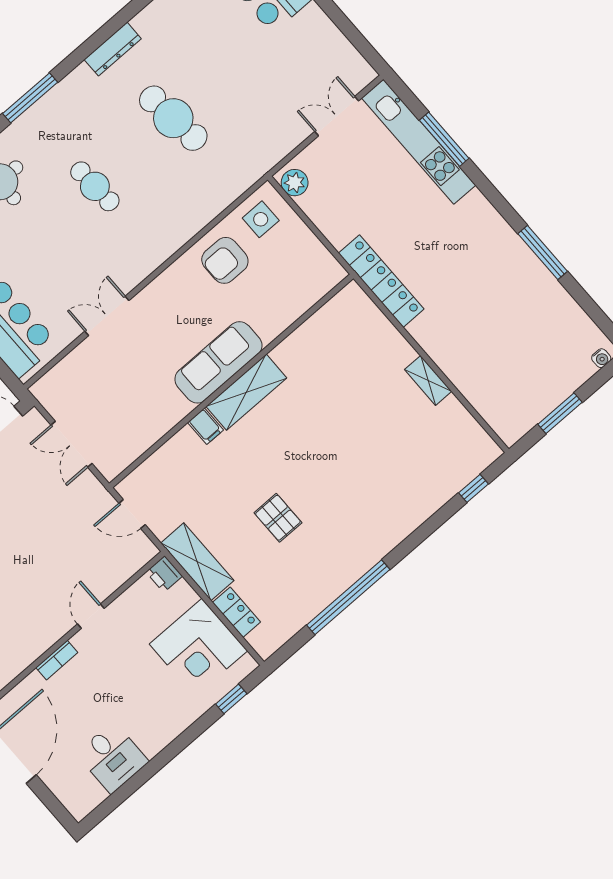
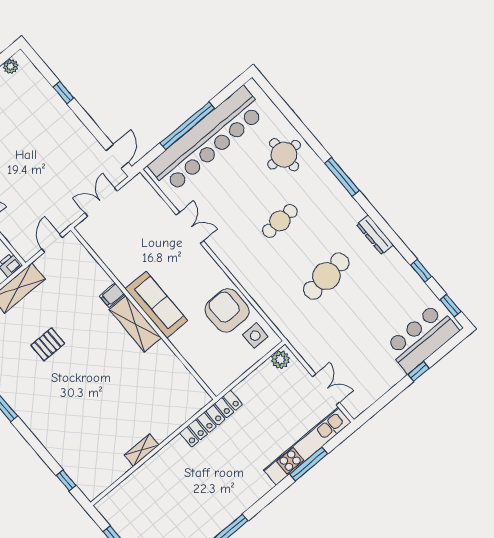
armchair: (225, 260) -> (227, 310), width x1.36, depth x1.36

